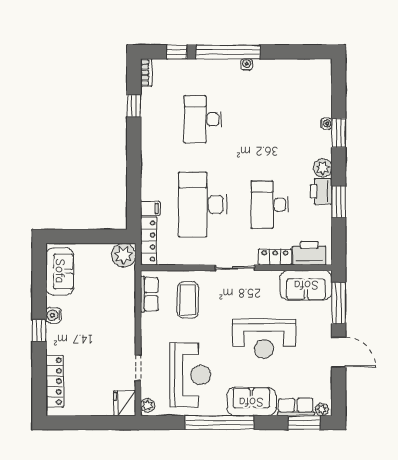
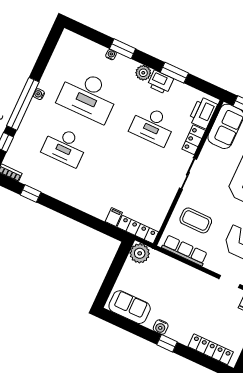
desk: (203, 205) -> (88, 96), moved
row of seats: (149, 294) -> (185, 251), width x1.48

